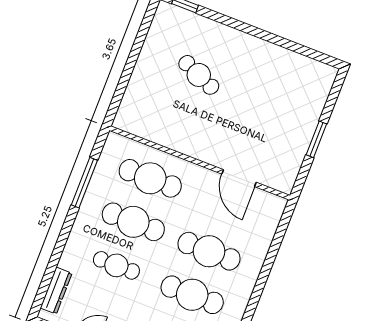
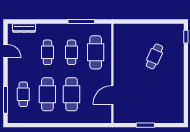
cafe table: (133, 222) -> (72, 52), width x0.73, depth x0.74

